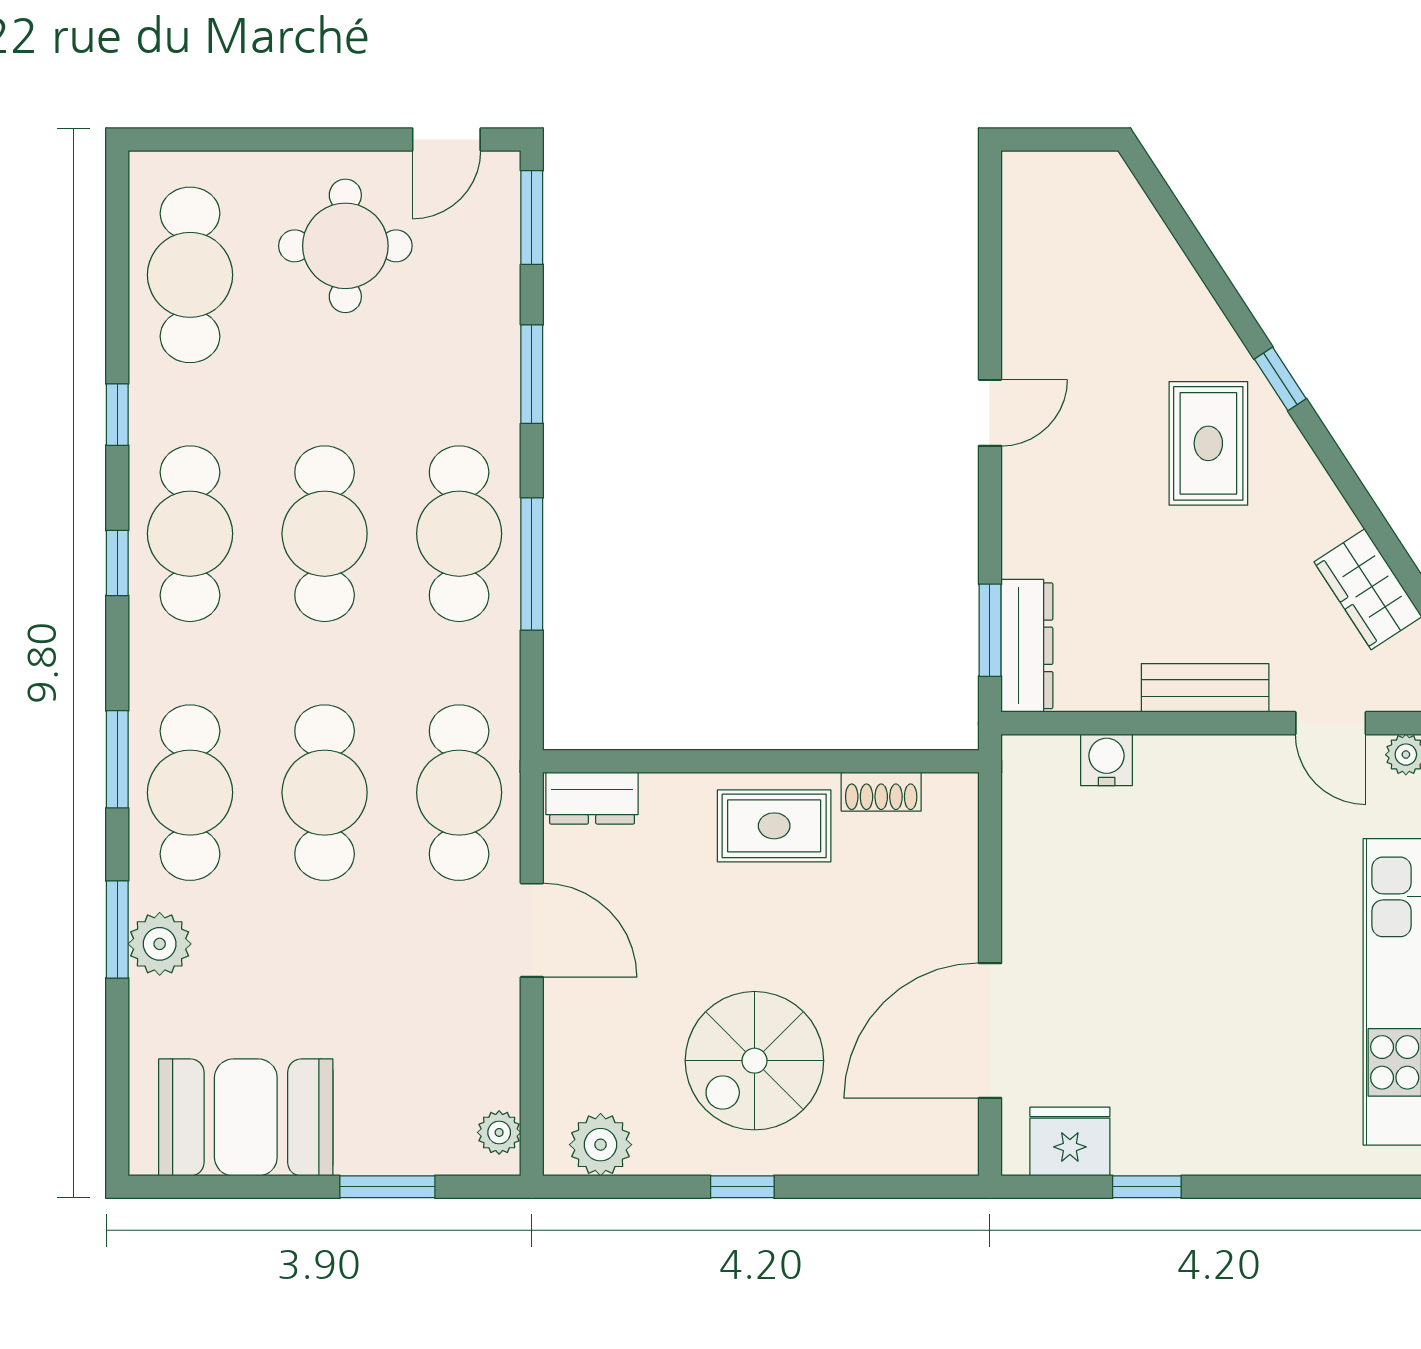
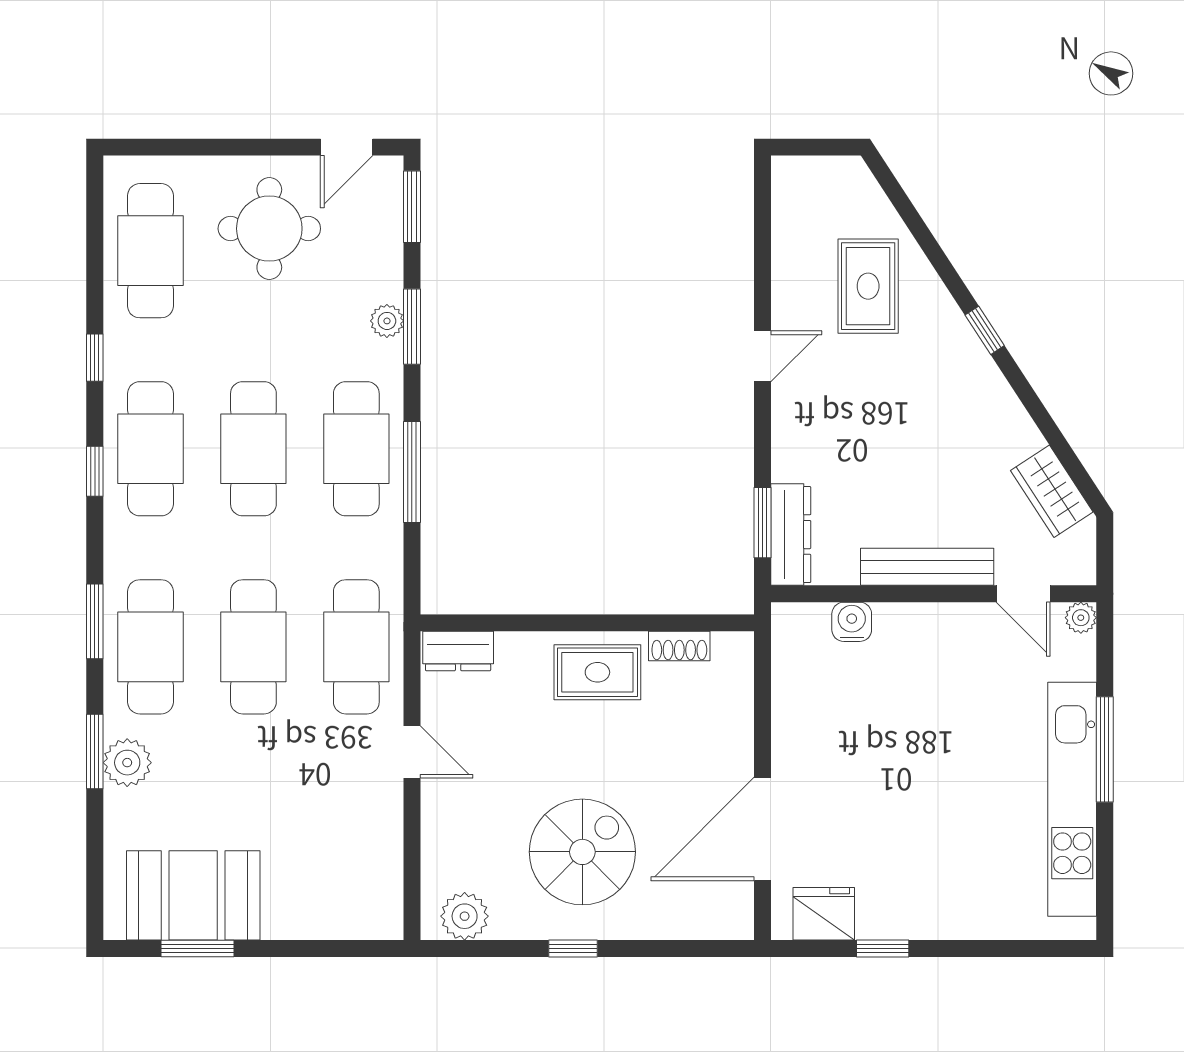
rug: (1208, 443) -> (868, 286), moved
bench: (1205, 688) -> (927, 567), width x1.36
door: (532, 930) -> (412, 752), width x0.73
spiral stairs: (754, 1061) -> (582, 852), turned 180
plant: (499, 1132) -> (387, 321), moved
window: (387, 1187) -> (197, 948), moved

